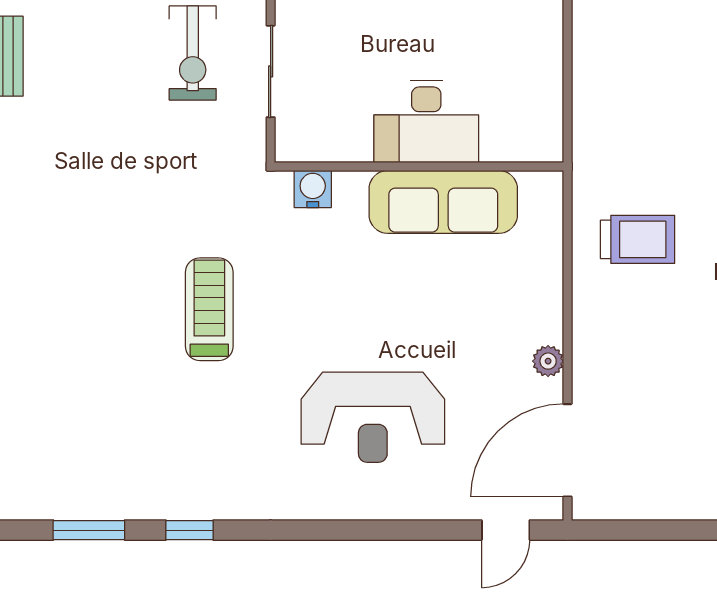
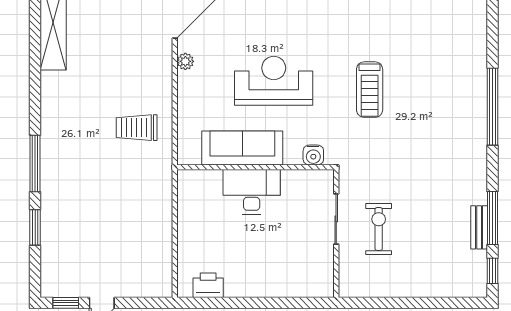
reception desk: (373, 417) -> (274, 81), moved

